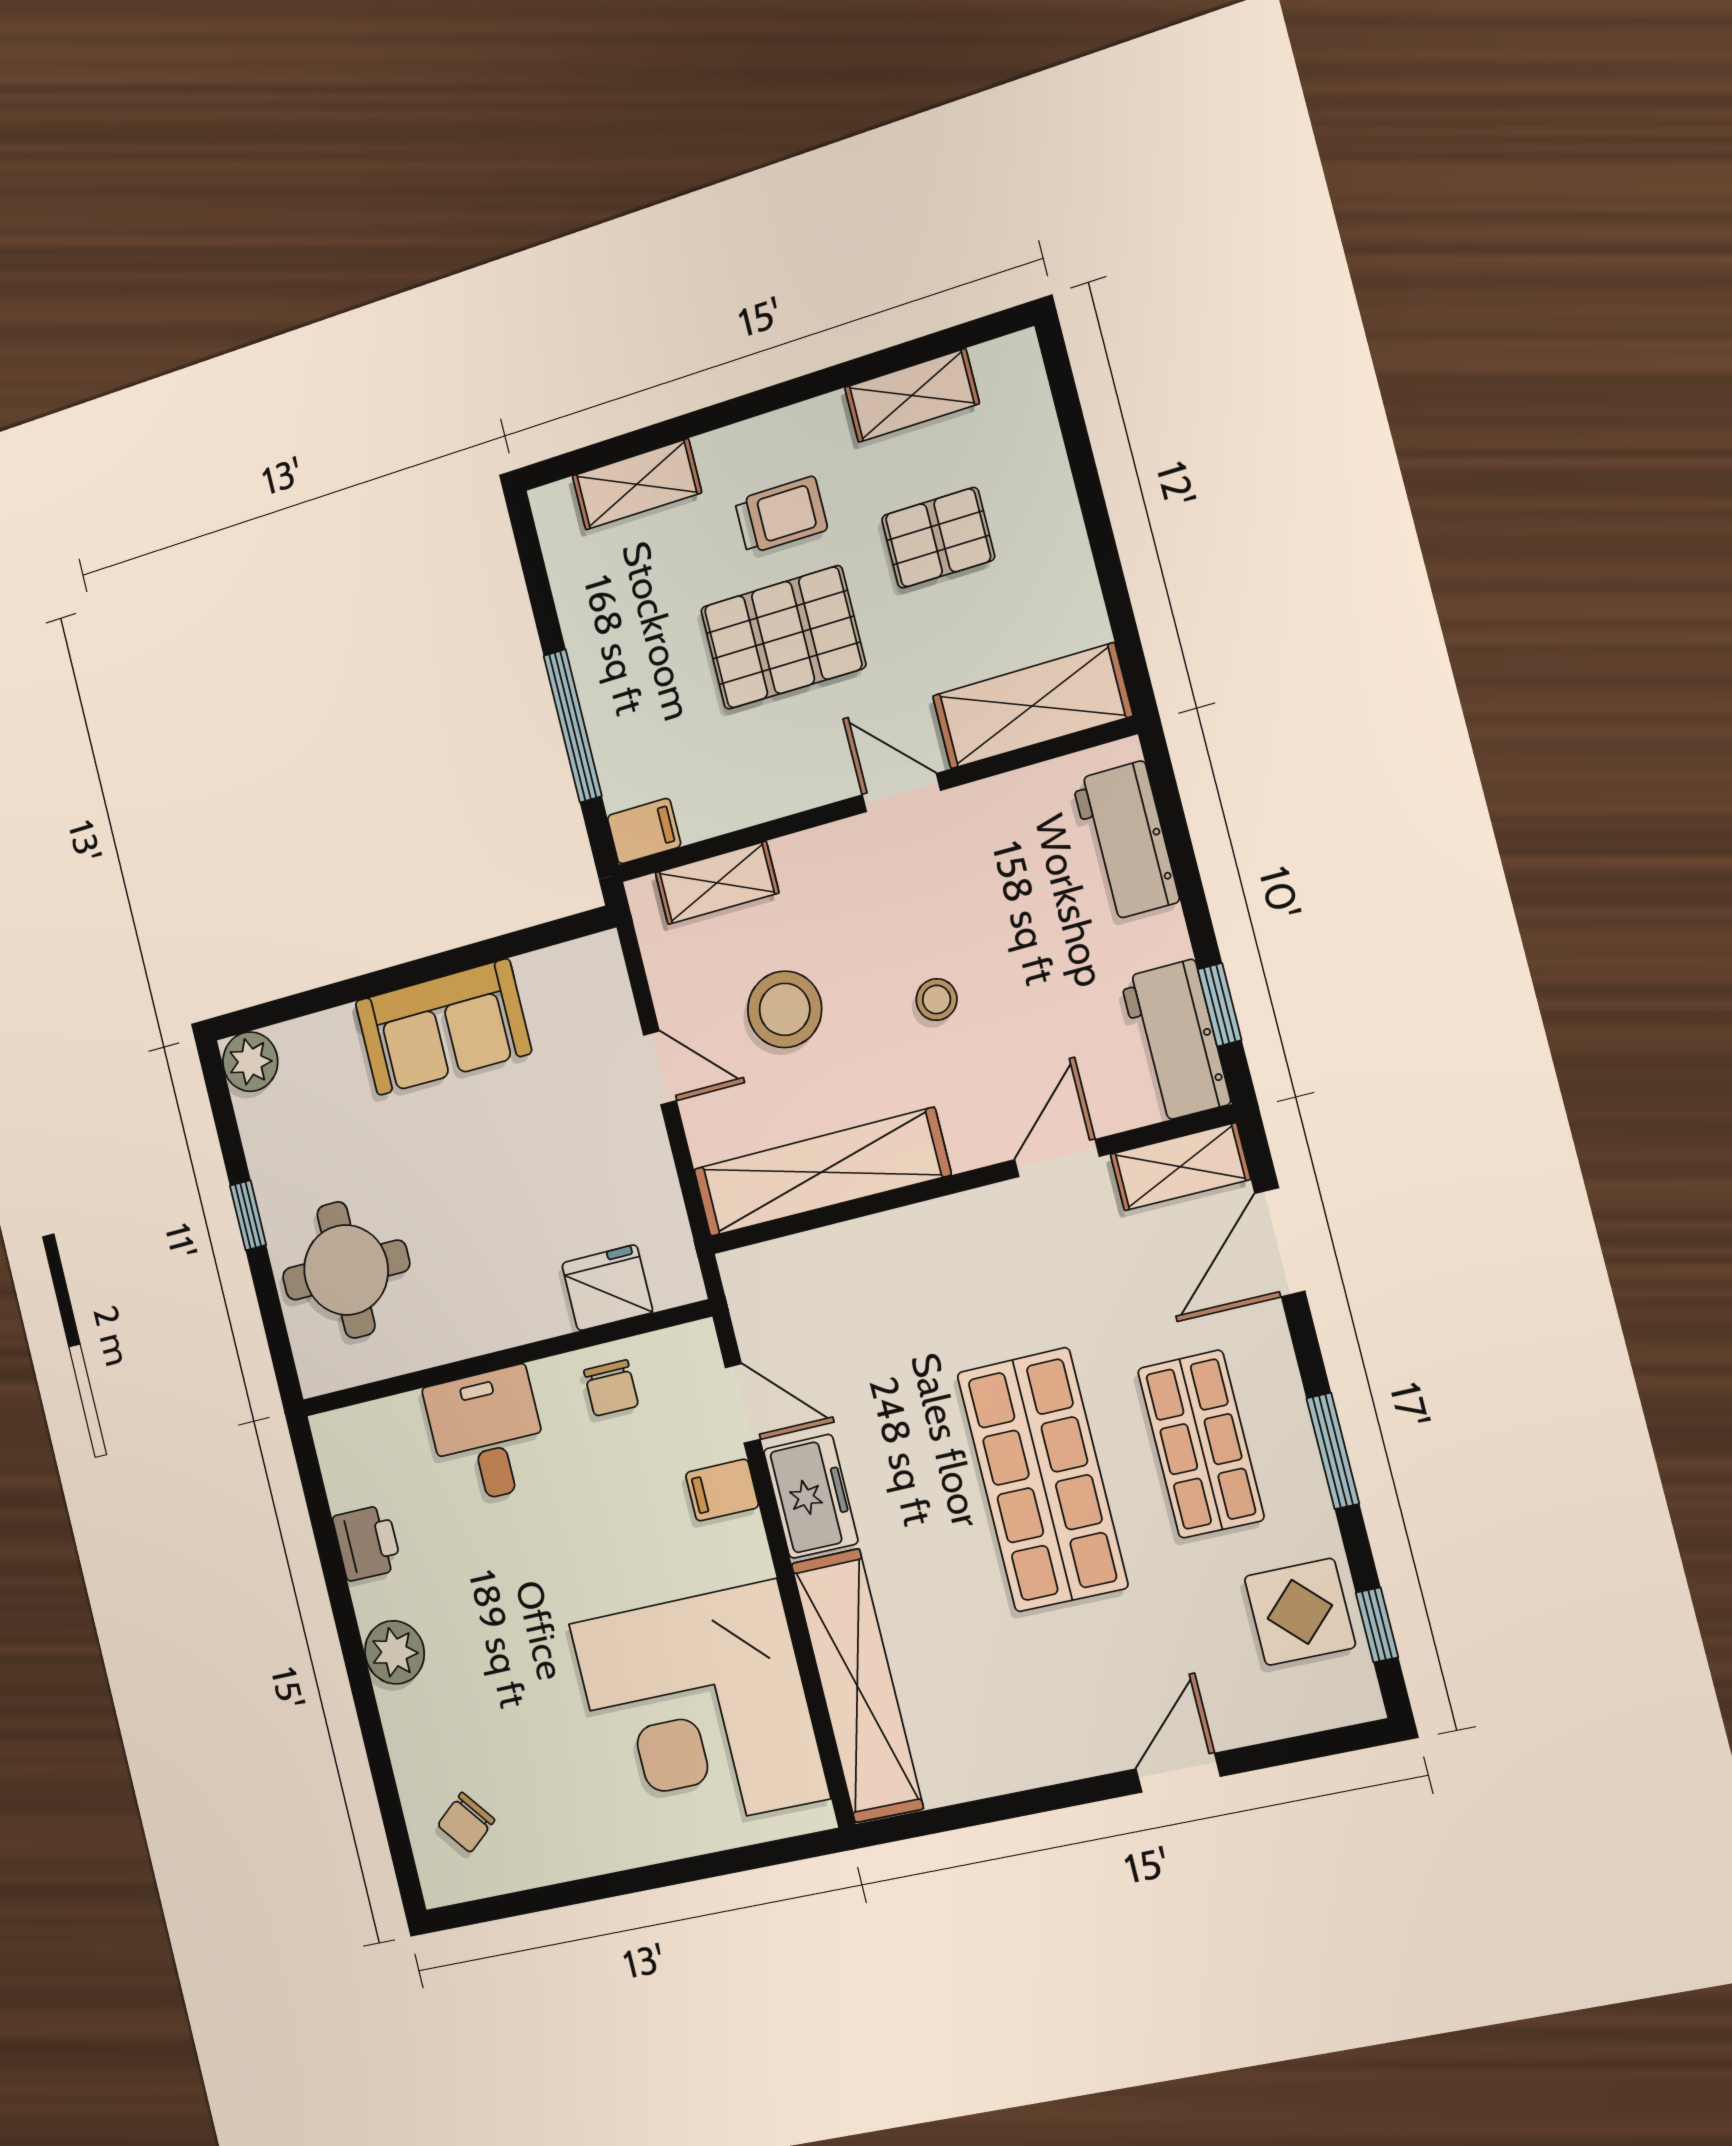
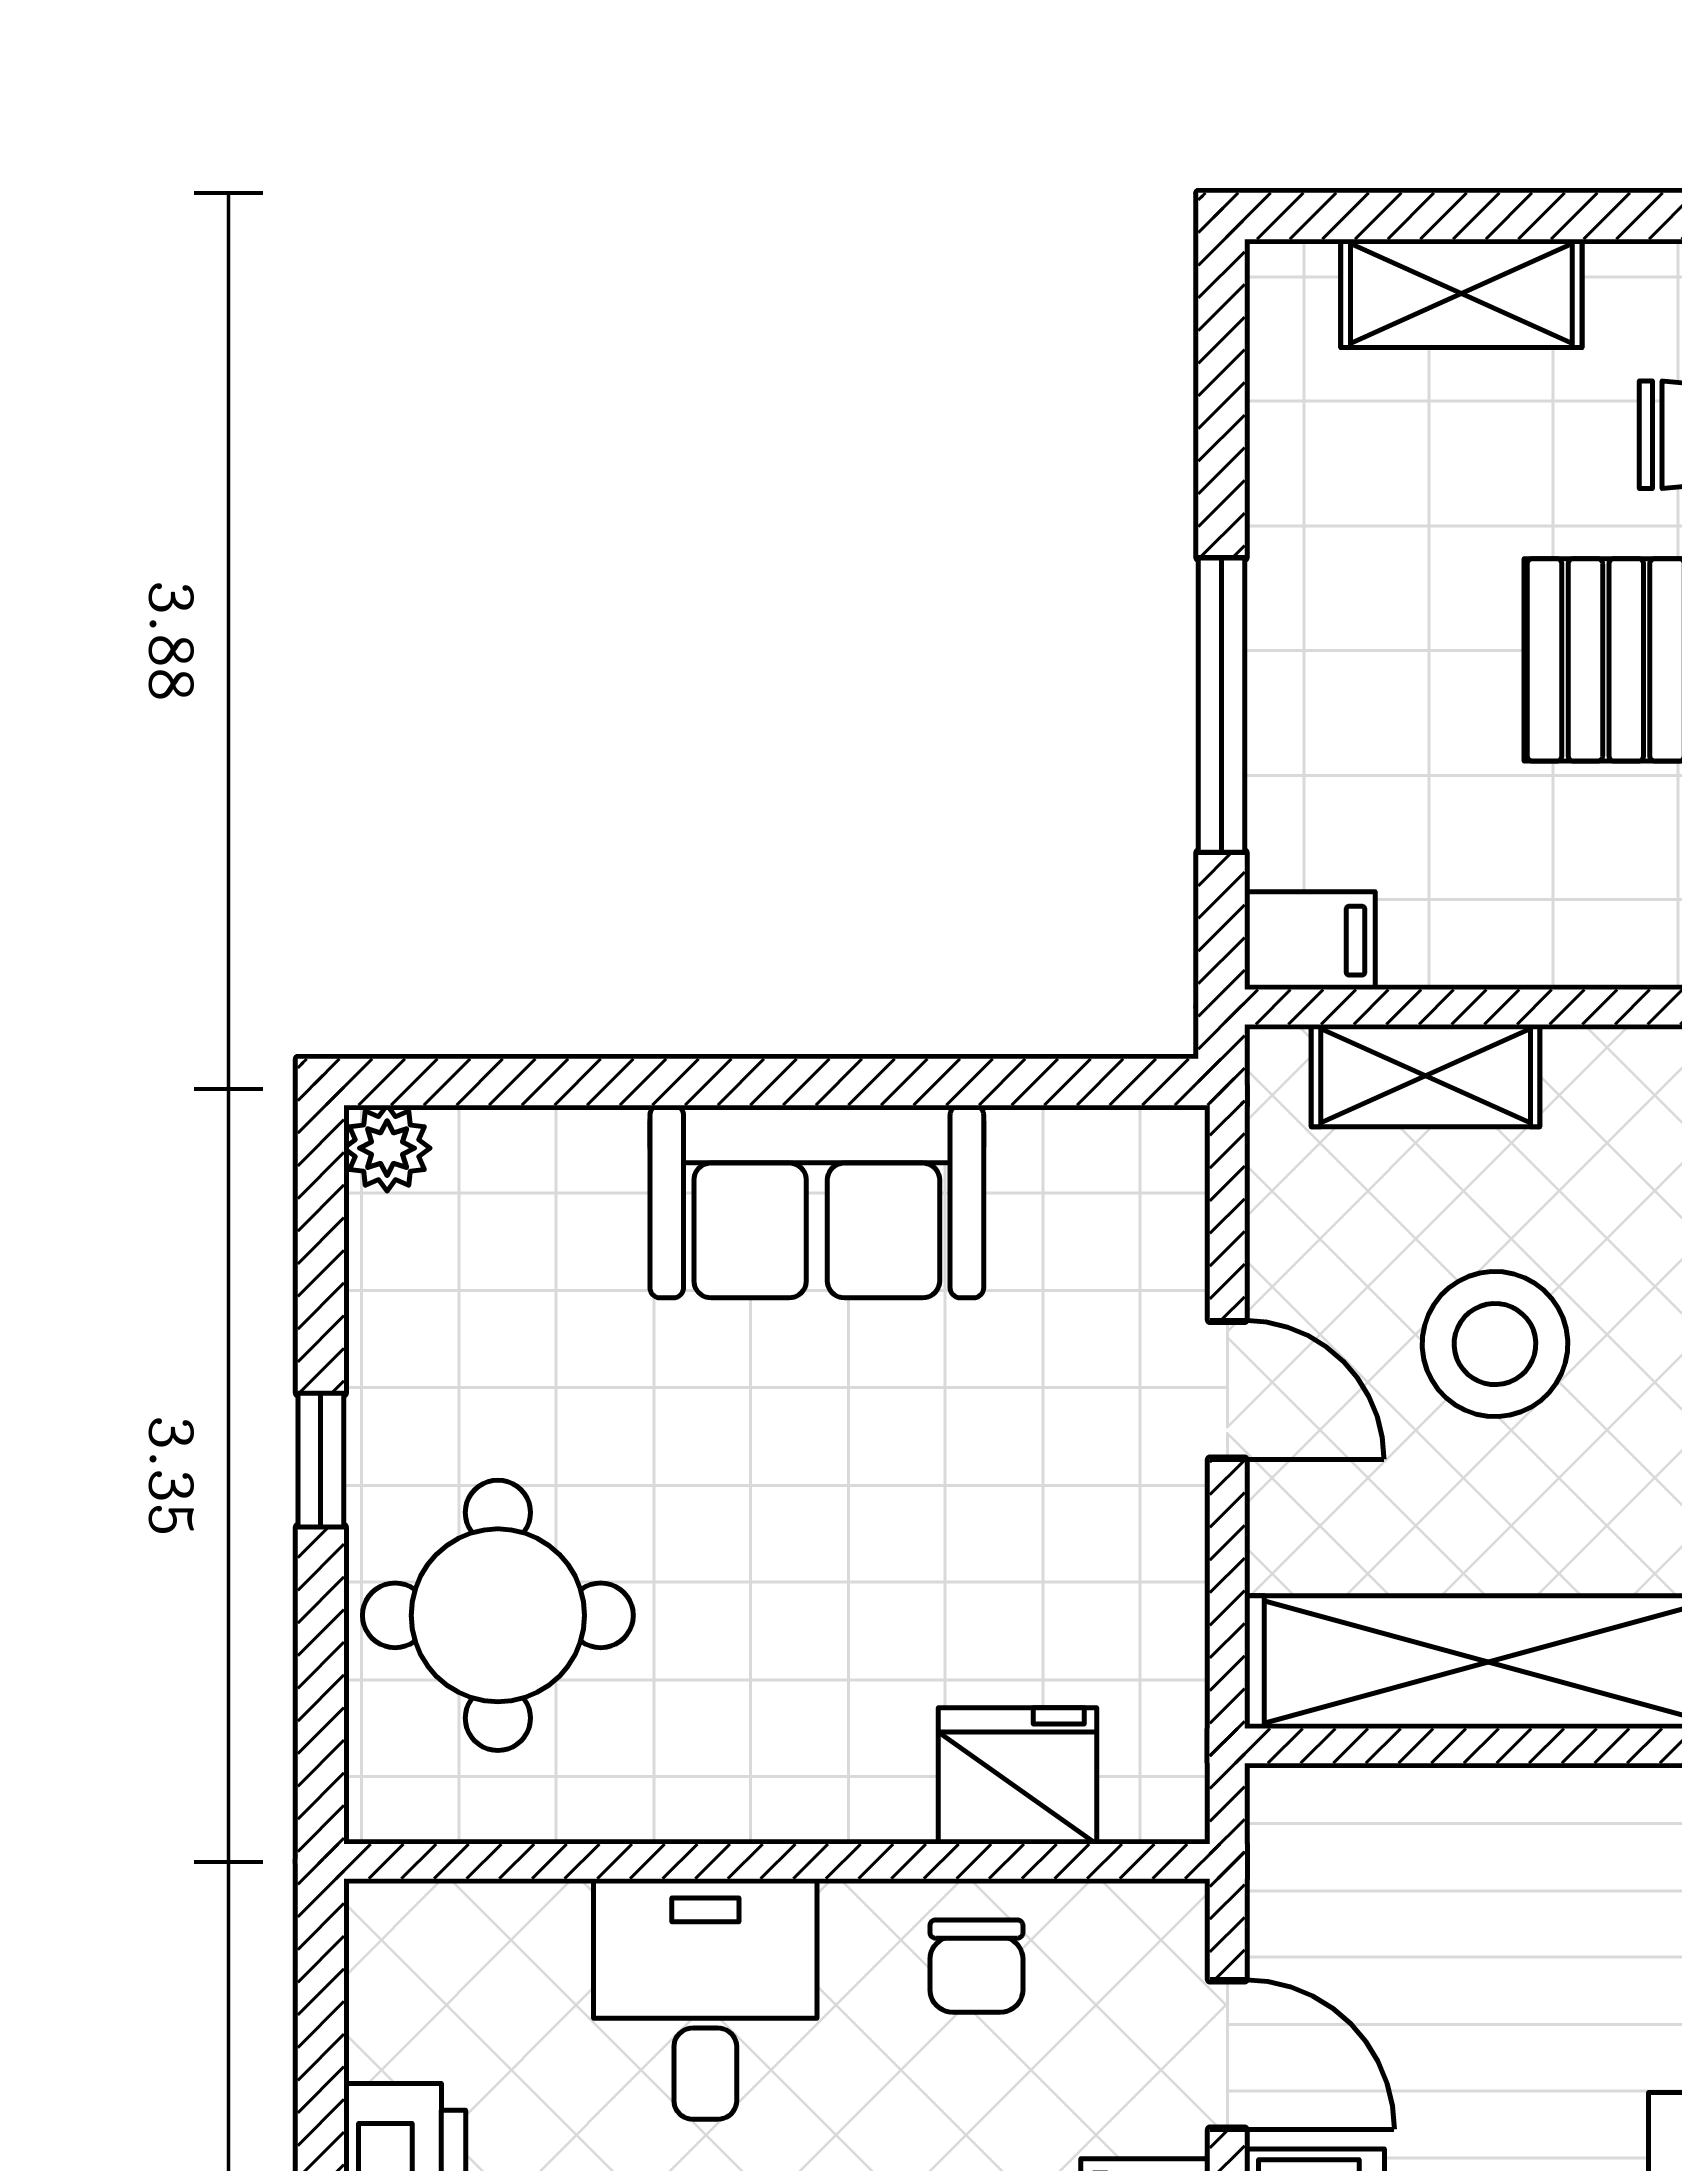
plant: (250, 1062) -> (387, 1148), width x0.73, depth x0.73

